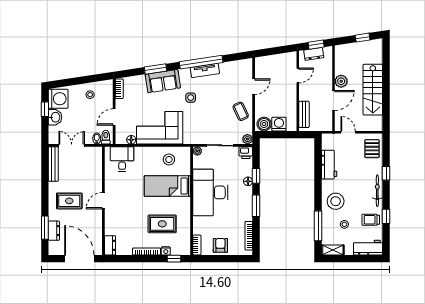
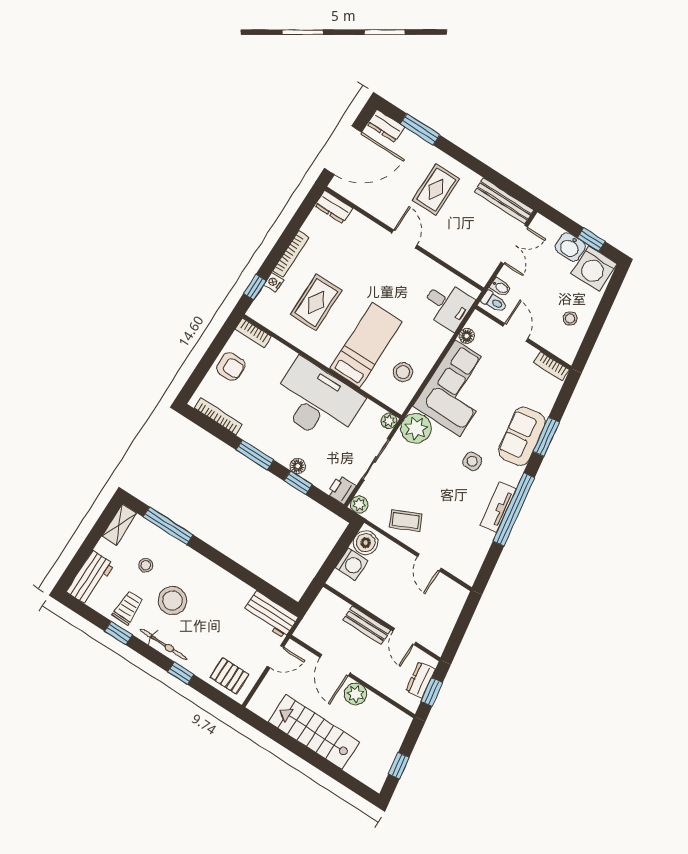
bench: (304, 114) -> (367, 625), moved
plant: (192, 135) -> (416, 428), added
workbench: (329, 165) -> (271, 614), moved
stool: (336, 201) -> (172, 601), moved
dresser: (54, 231) -> (386, 126), moved

